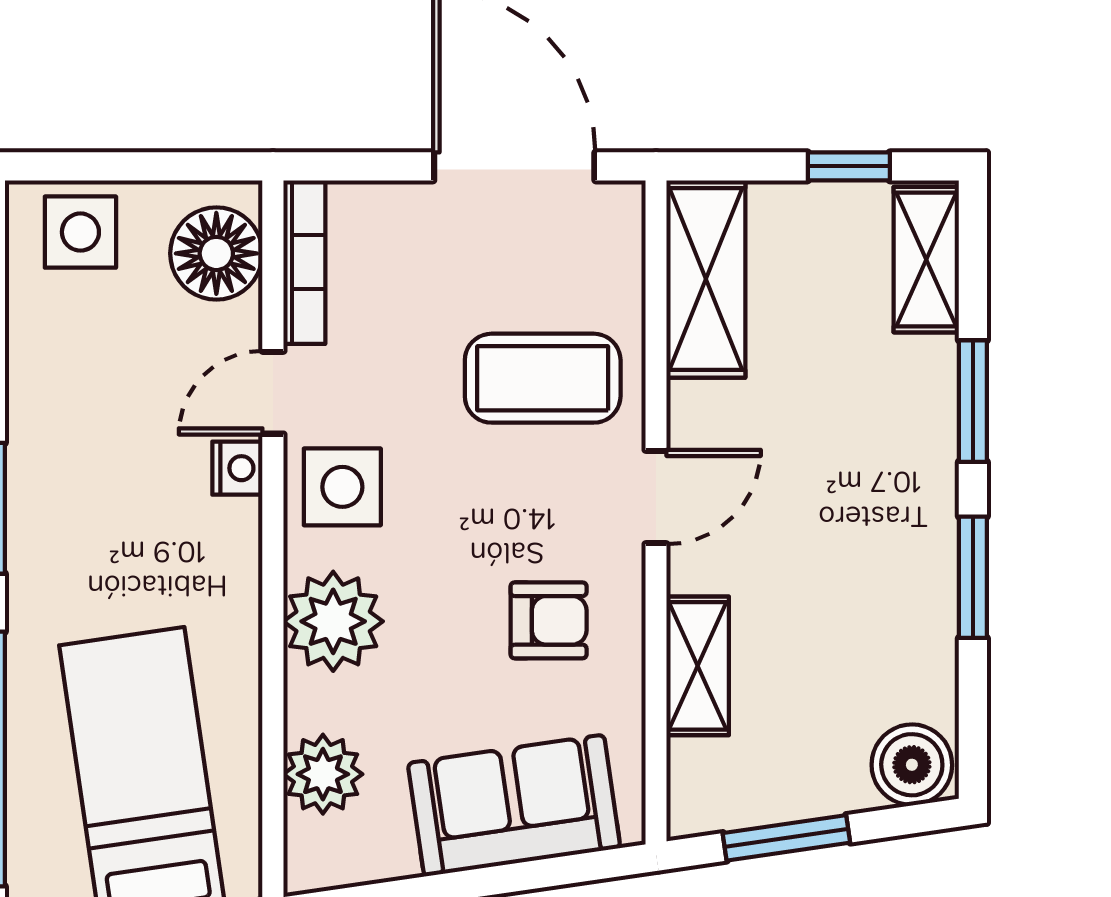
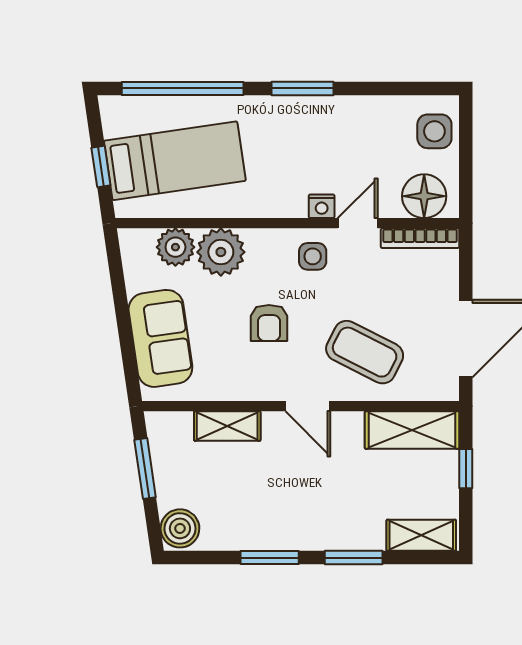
window: (849, 166) -> (466, 469), moved
coffee table: (543, 378) -> (365, 352), turned -63
door: (273, 393) -> (358, 223), hinge flipped
side table: (342, 487) -> (313, 256), width x0.73, depth x0.73
armchair: (549, 620) -> (269, 323), moved
plant: (333, 621) -> (221, 252), moved

